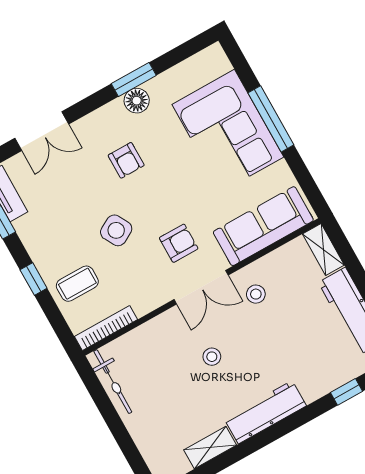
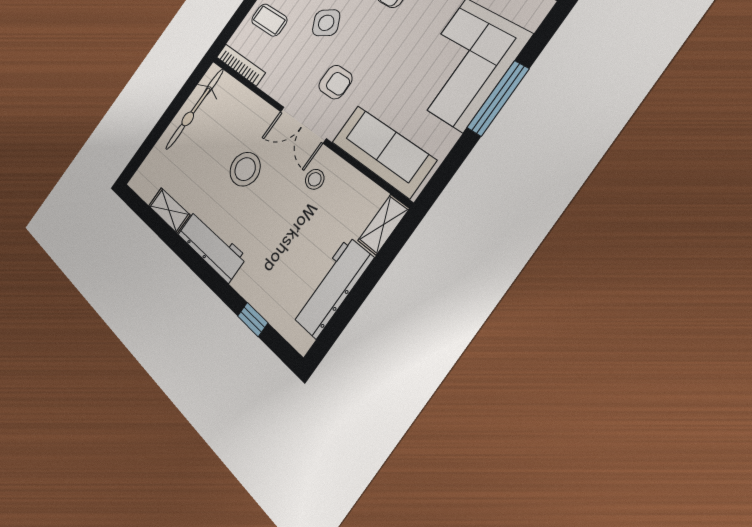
stool: (212, 357) -> (245, 169), width x1.89, depth x1.89
bicycle: (113, 382) -> (195, 109), width x1.37, depth x1.40

